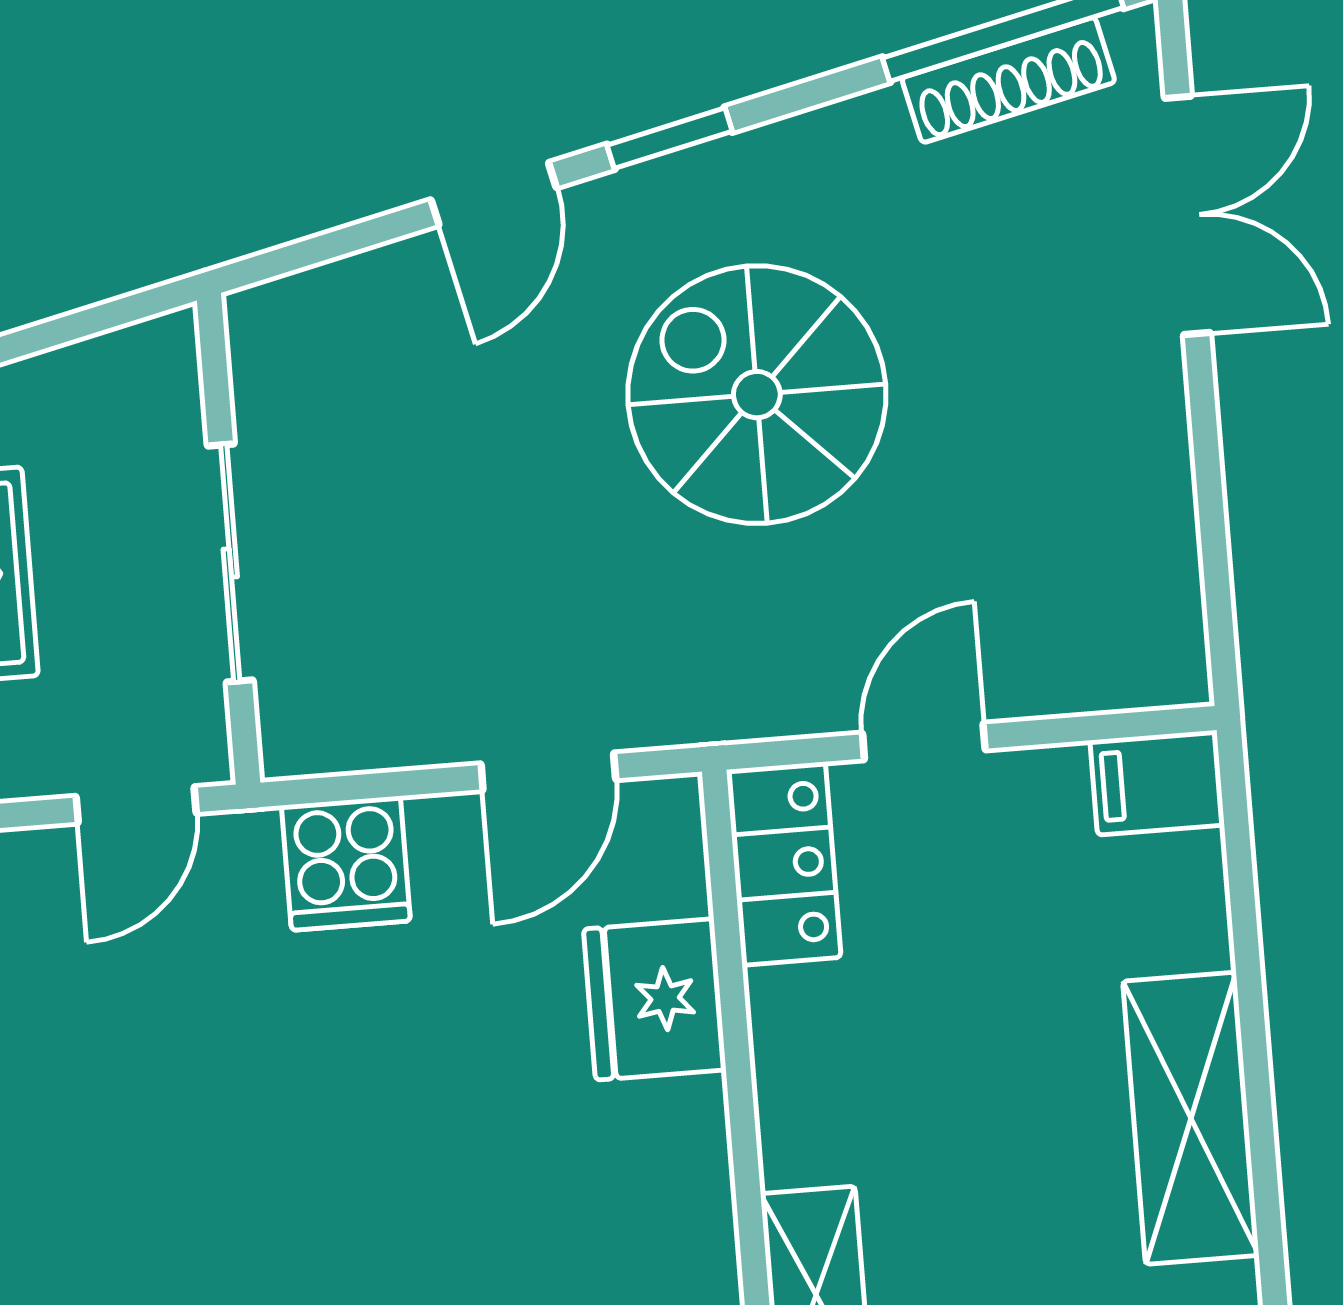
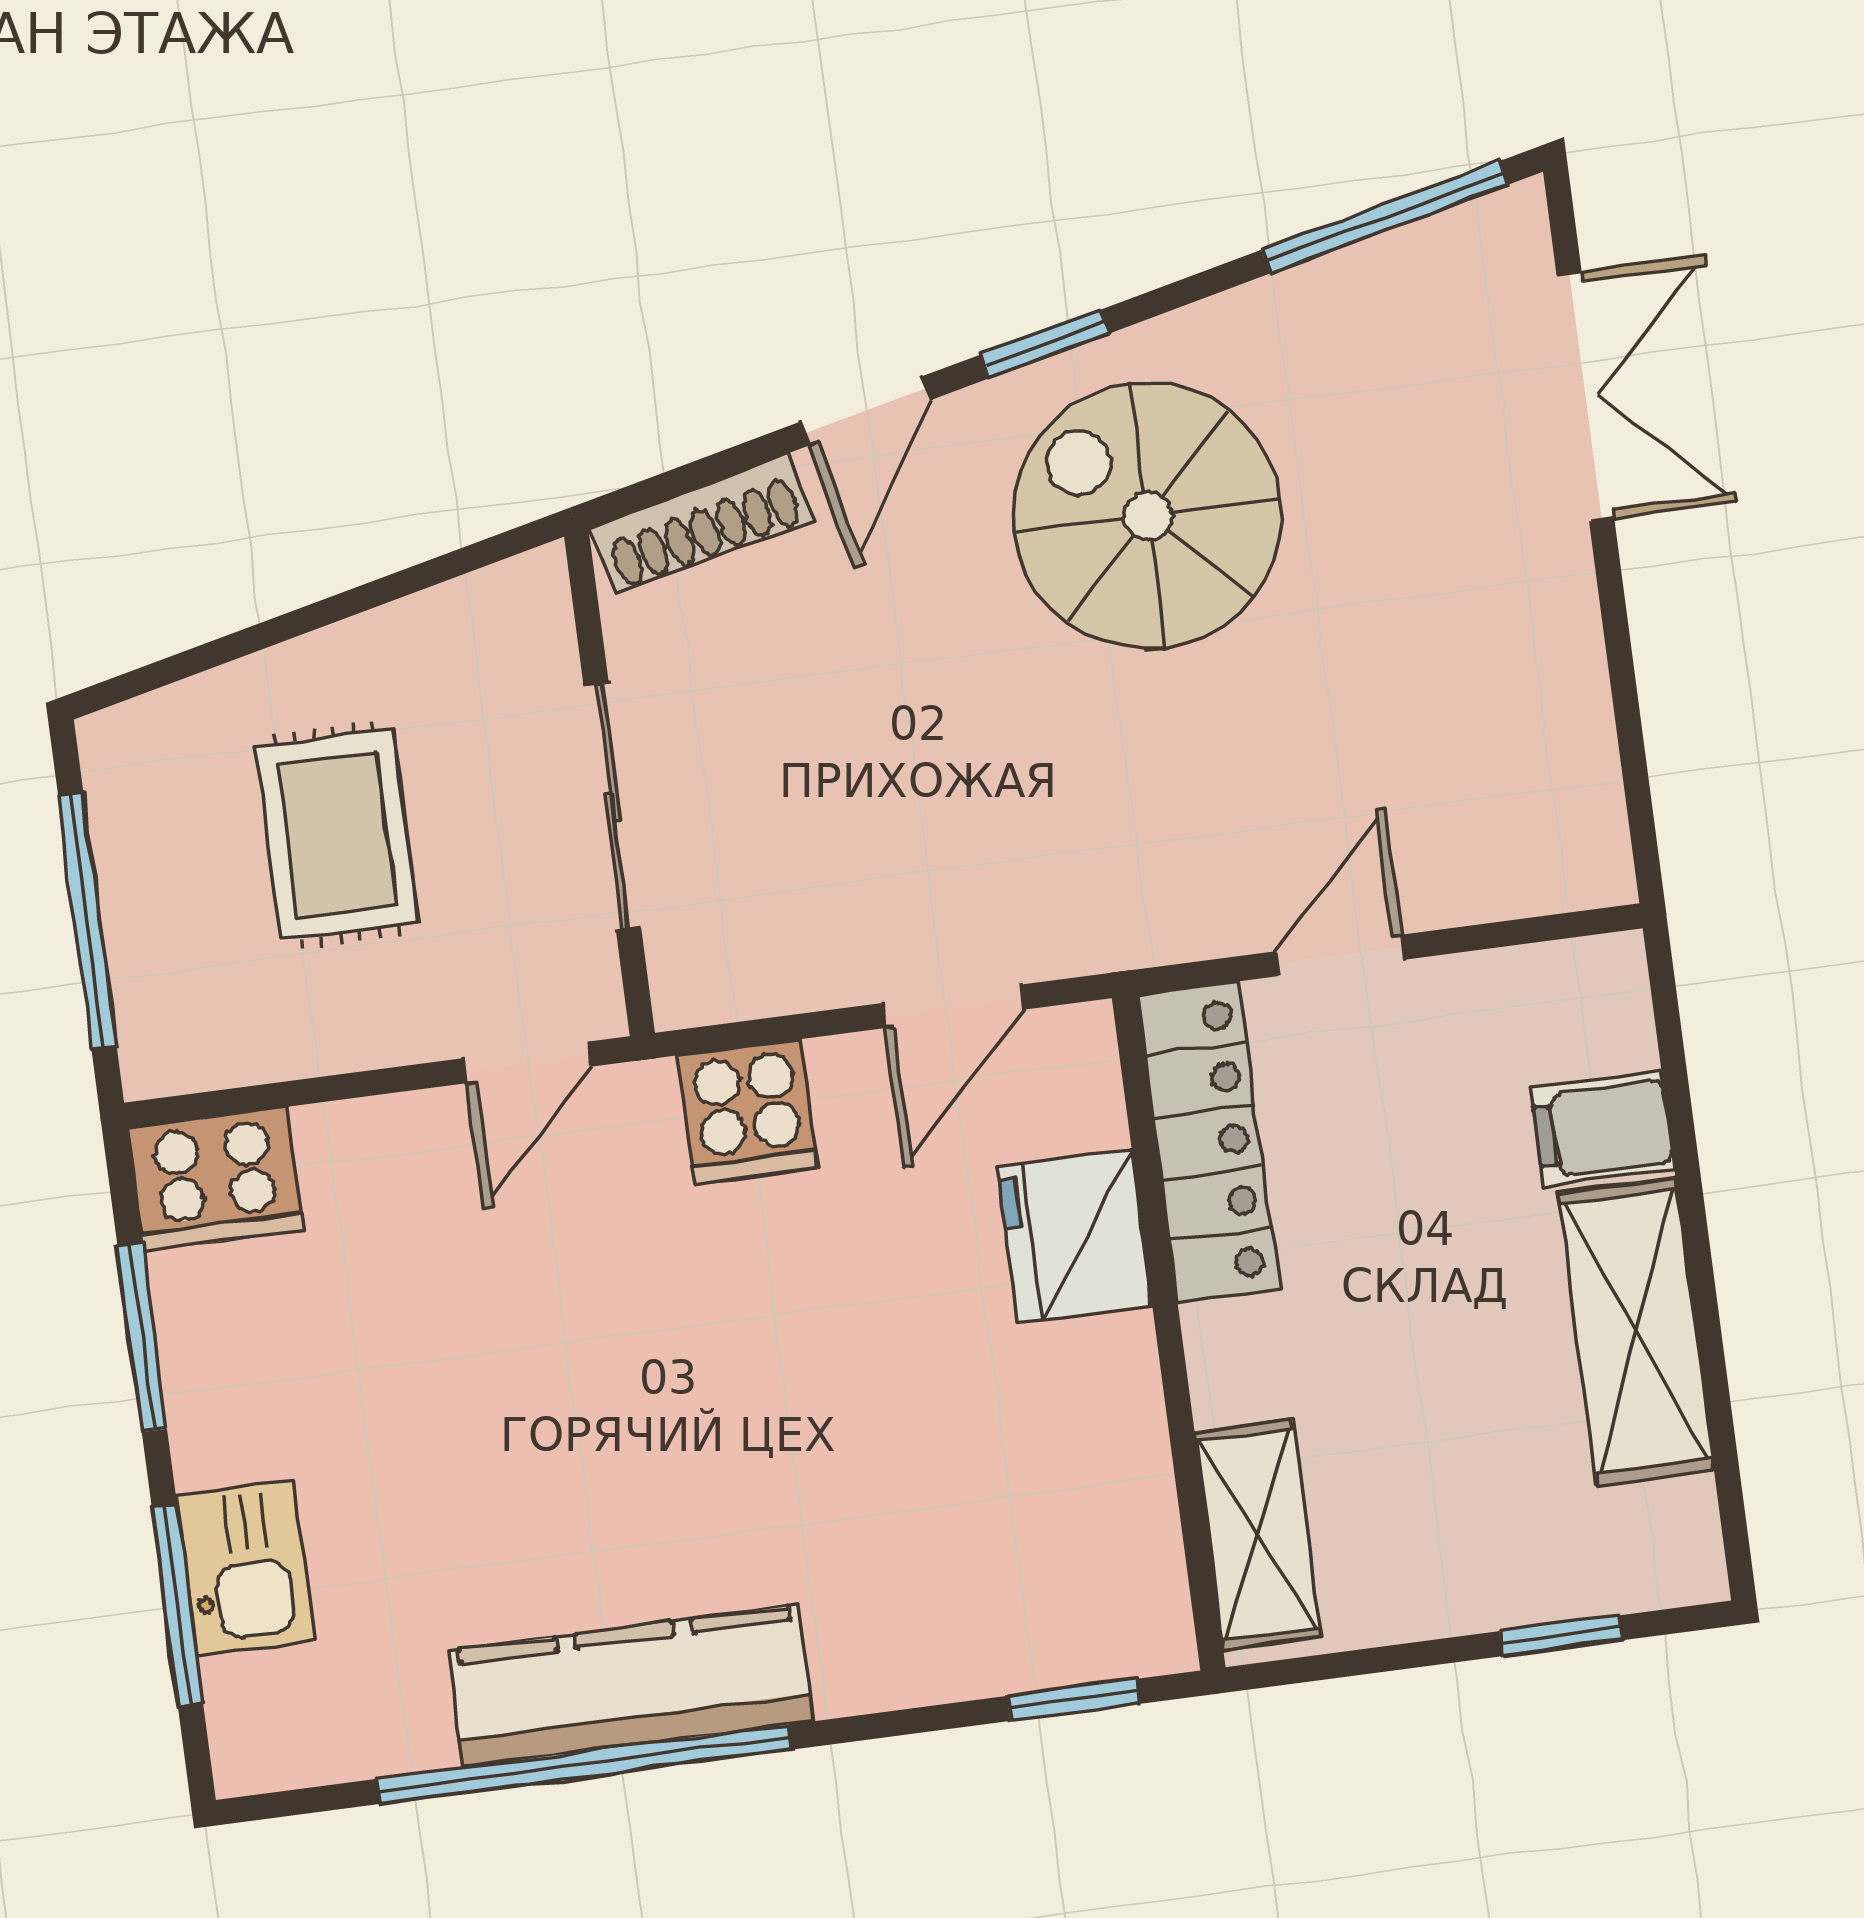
shoe rack: (1008, 80) -> (702, 524), moved
spiral stairs: (757, 395) -> (1148, 516), moved
filing cabinet: (1157, 783) -> (1603, 1129), moved
locker: (784, 864) -> (1208, 1142), width x1.53

